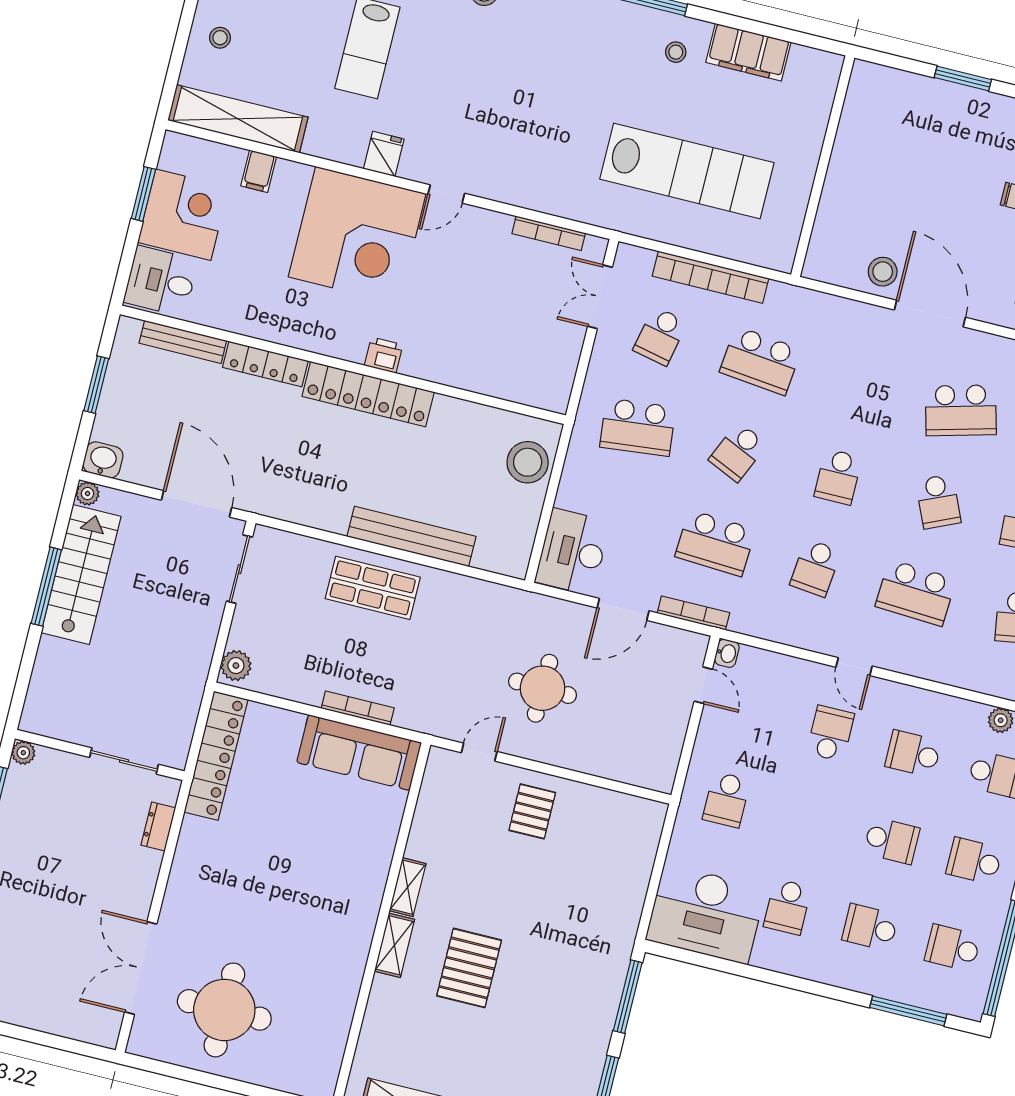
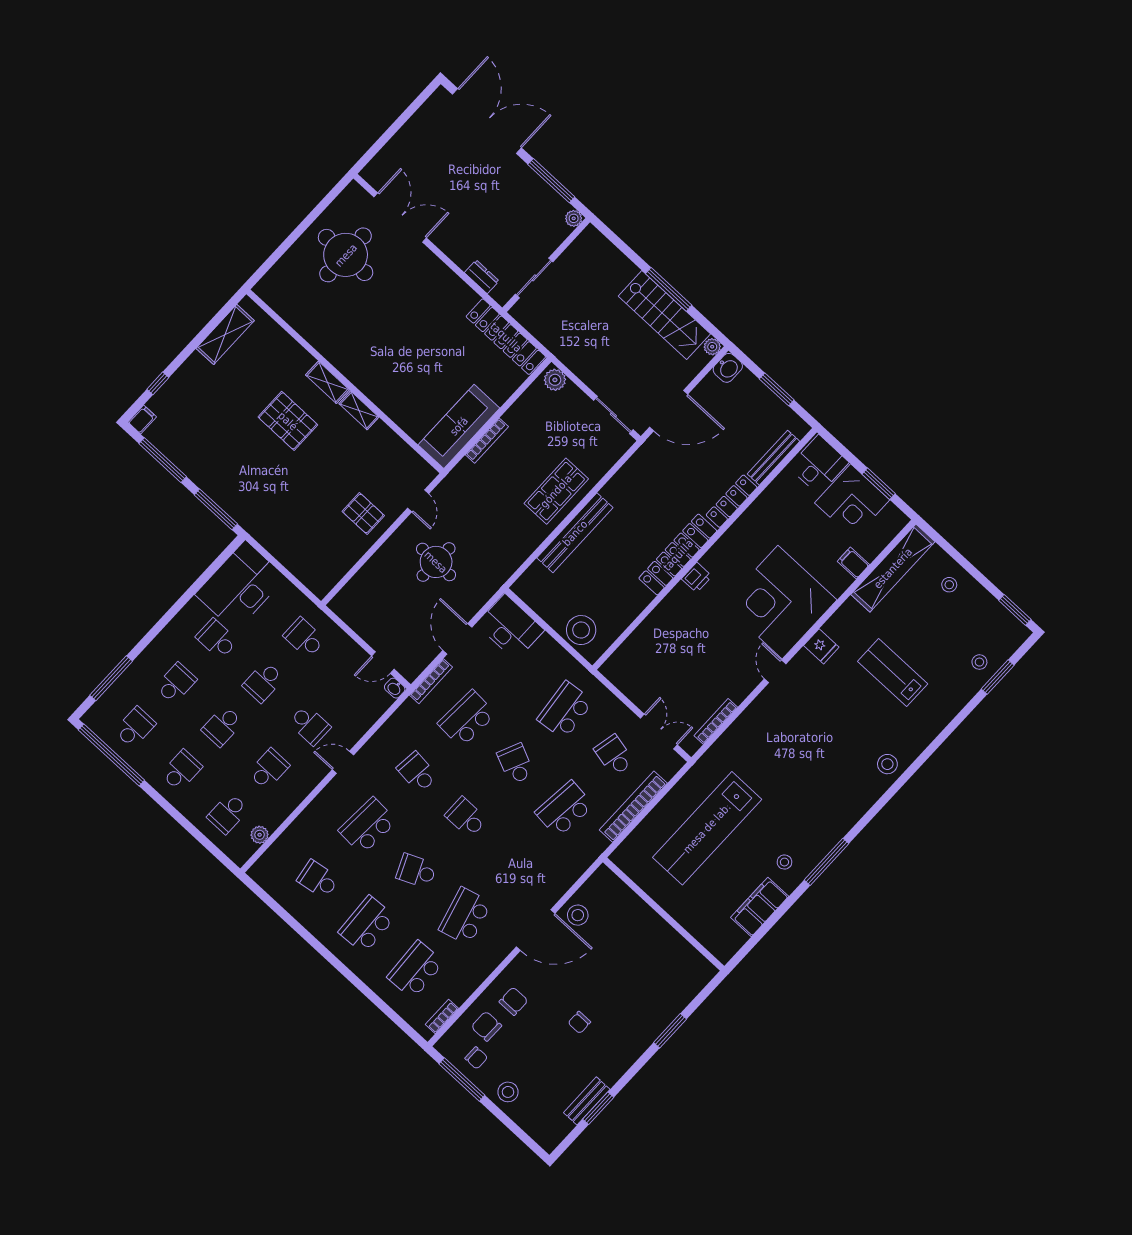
school desk: (809, 820) -> (263, 682), added

